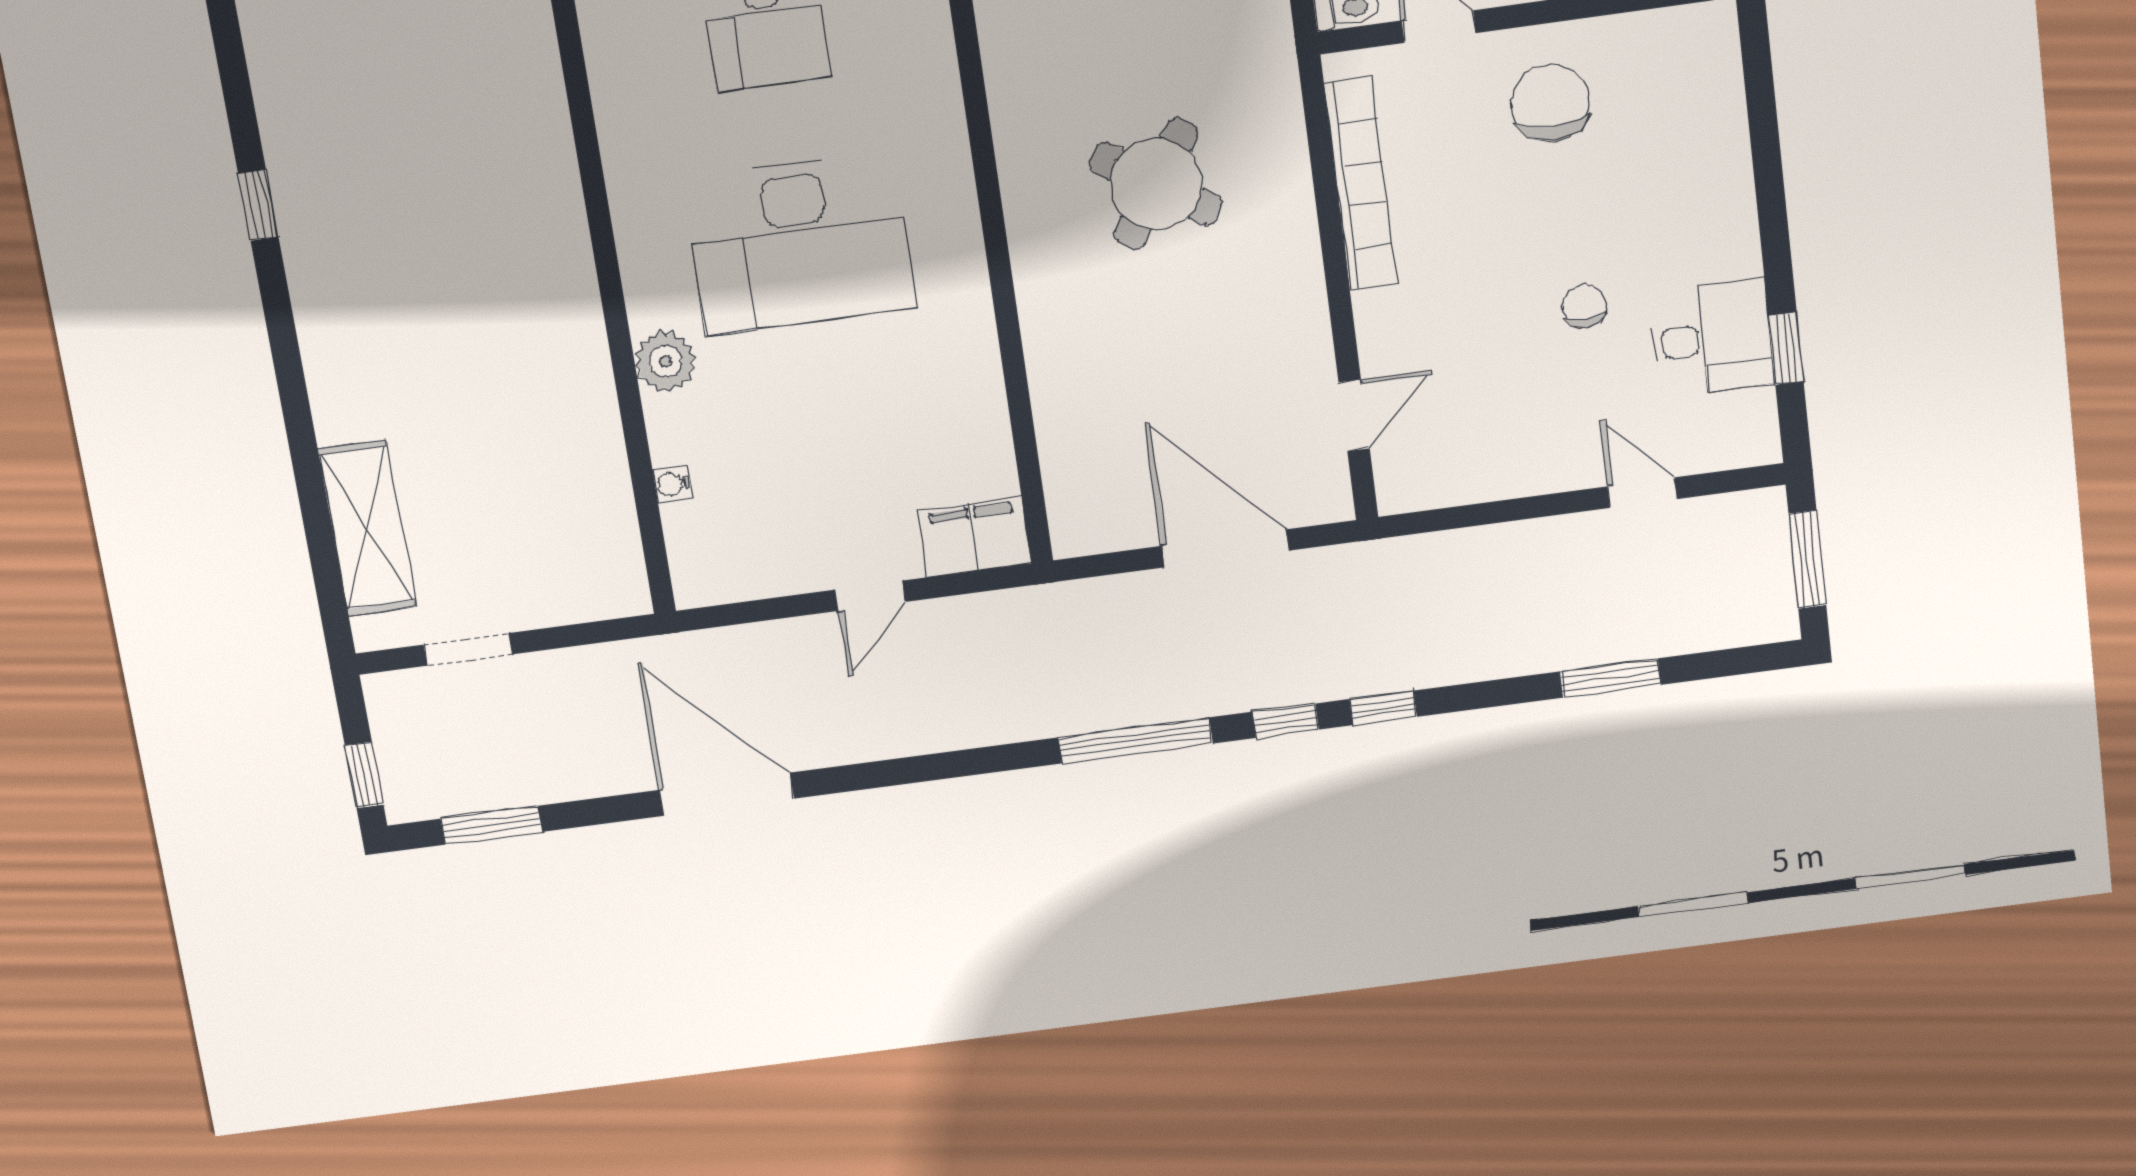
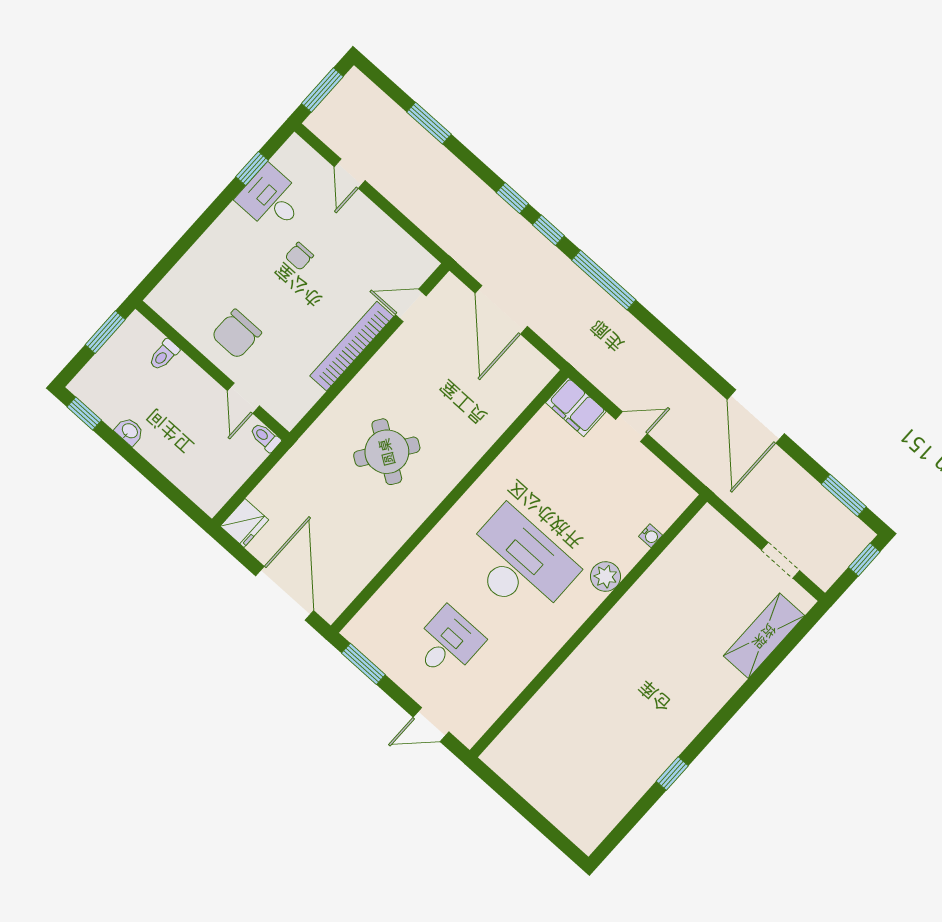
bookcase: (1361, 184) -> (352, 346), moved

